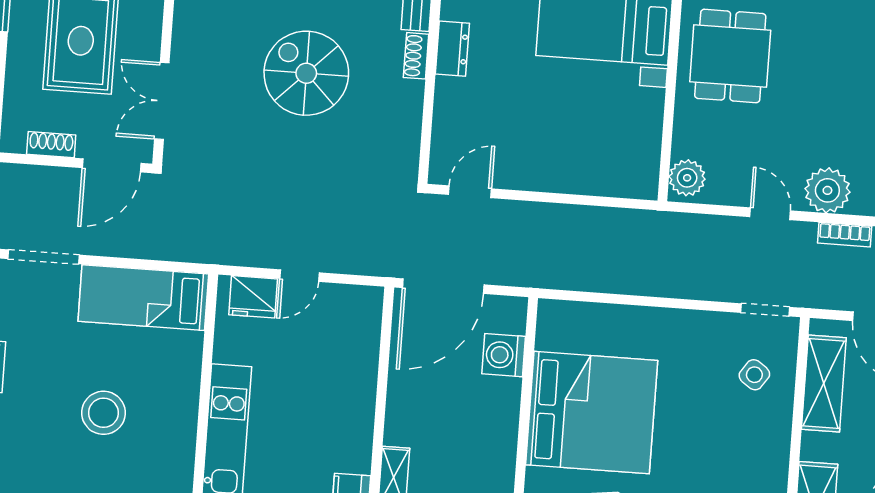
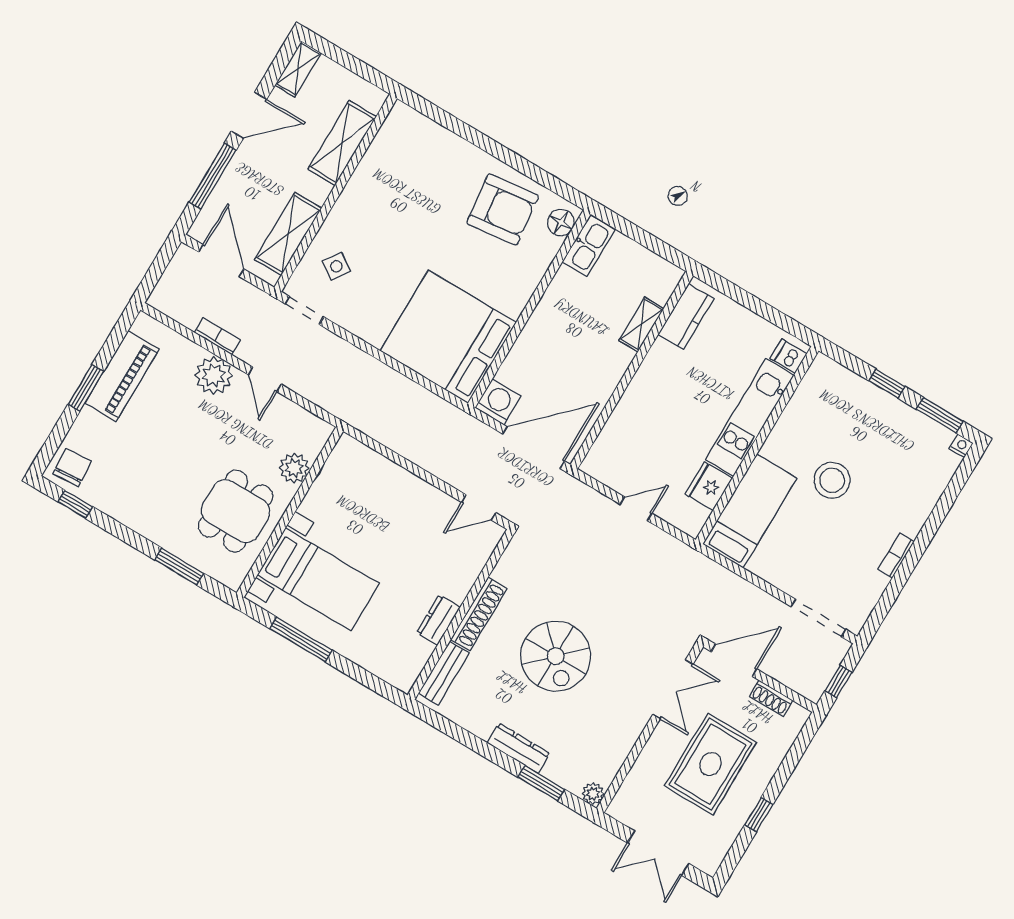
shoe rack: (416, 56) -> (479, 614), width x1.94, depth x1.24
plant: (687, 178) -> (294, 468), moved
fridge: (253, 297) -> (709, 486), moved, turned -90
bed: (143, 298) -> (750, 511), moved, turned -90
washing machine: (504, 355) -> (498, 402), moved, turned -90
bed: (592, 413) -> (448, 337), moved

